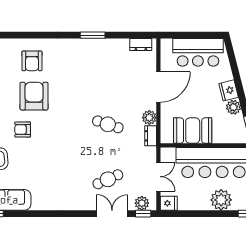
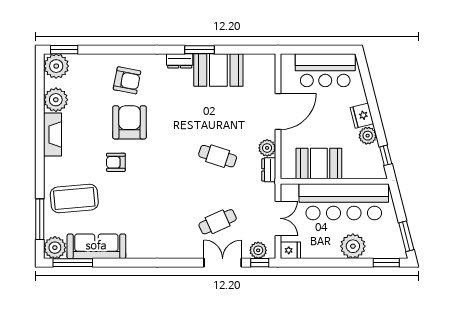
dresser: (141, 45) -> (180, 61), moved
booth: (108, 52) -> (218, 70), added
armchair: (32, 61) -> (127, 80), turned -79

